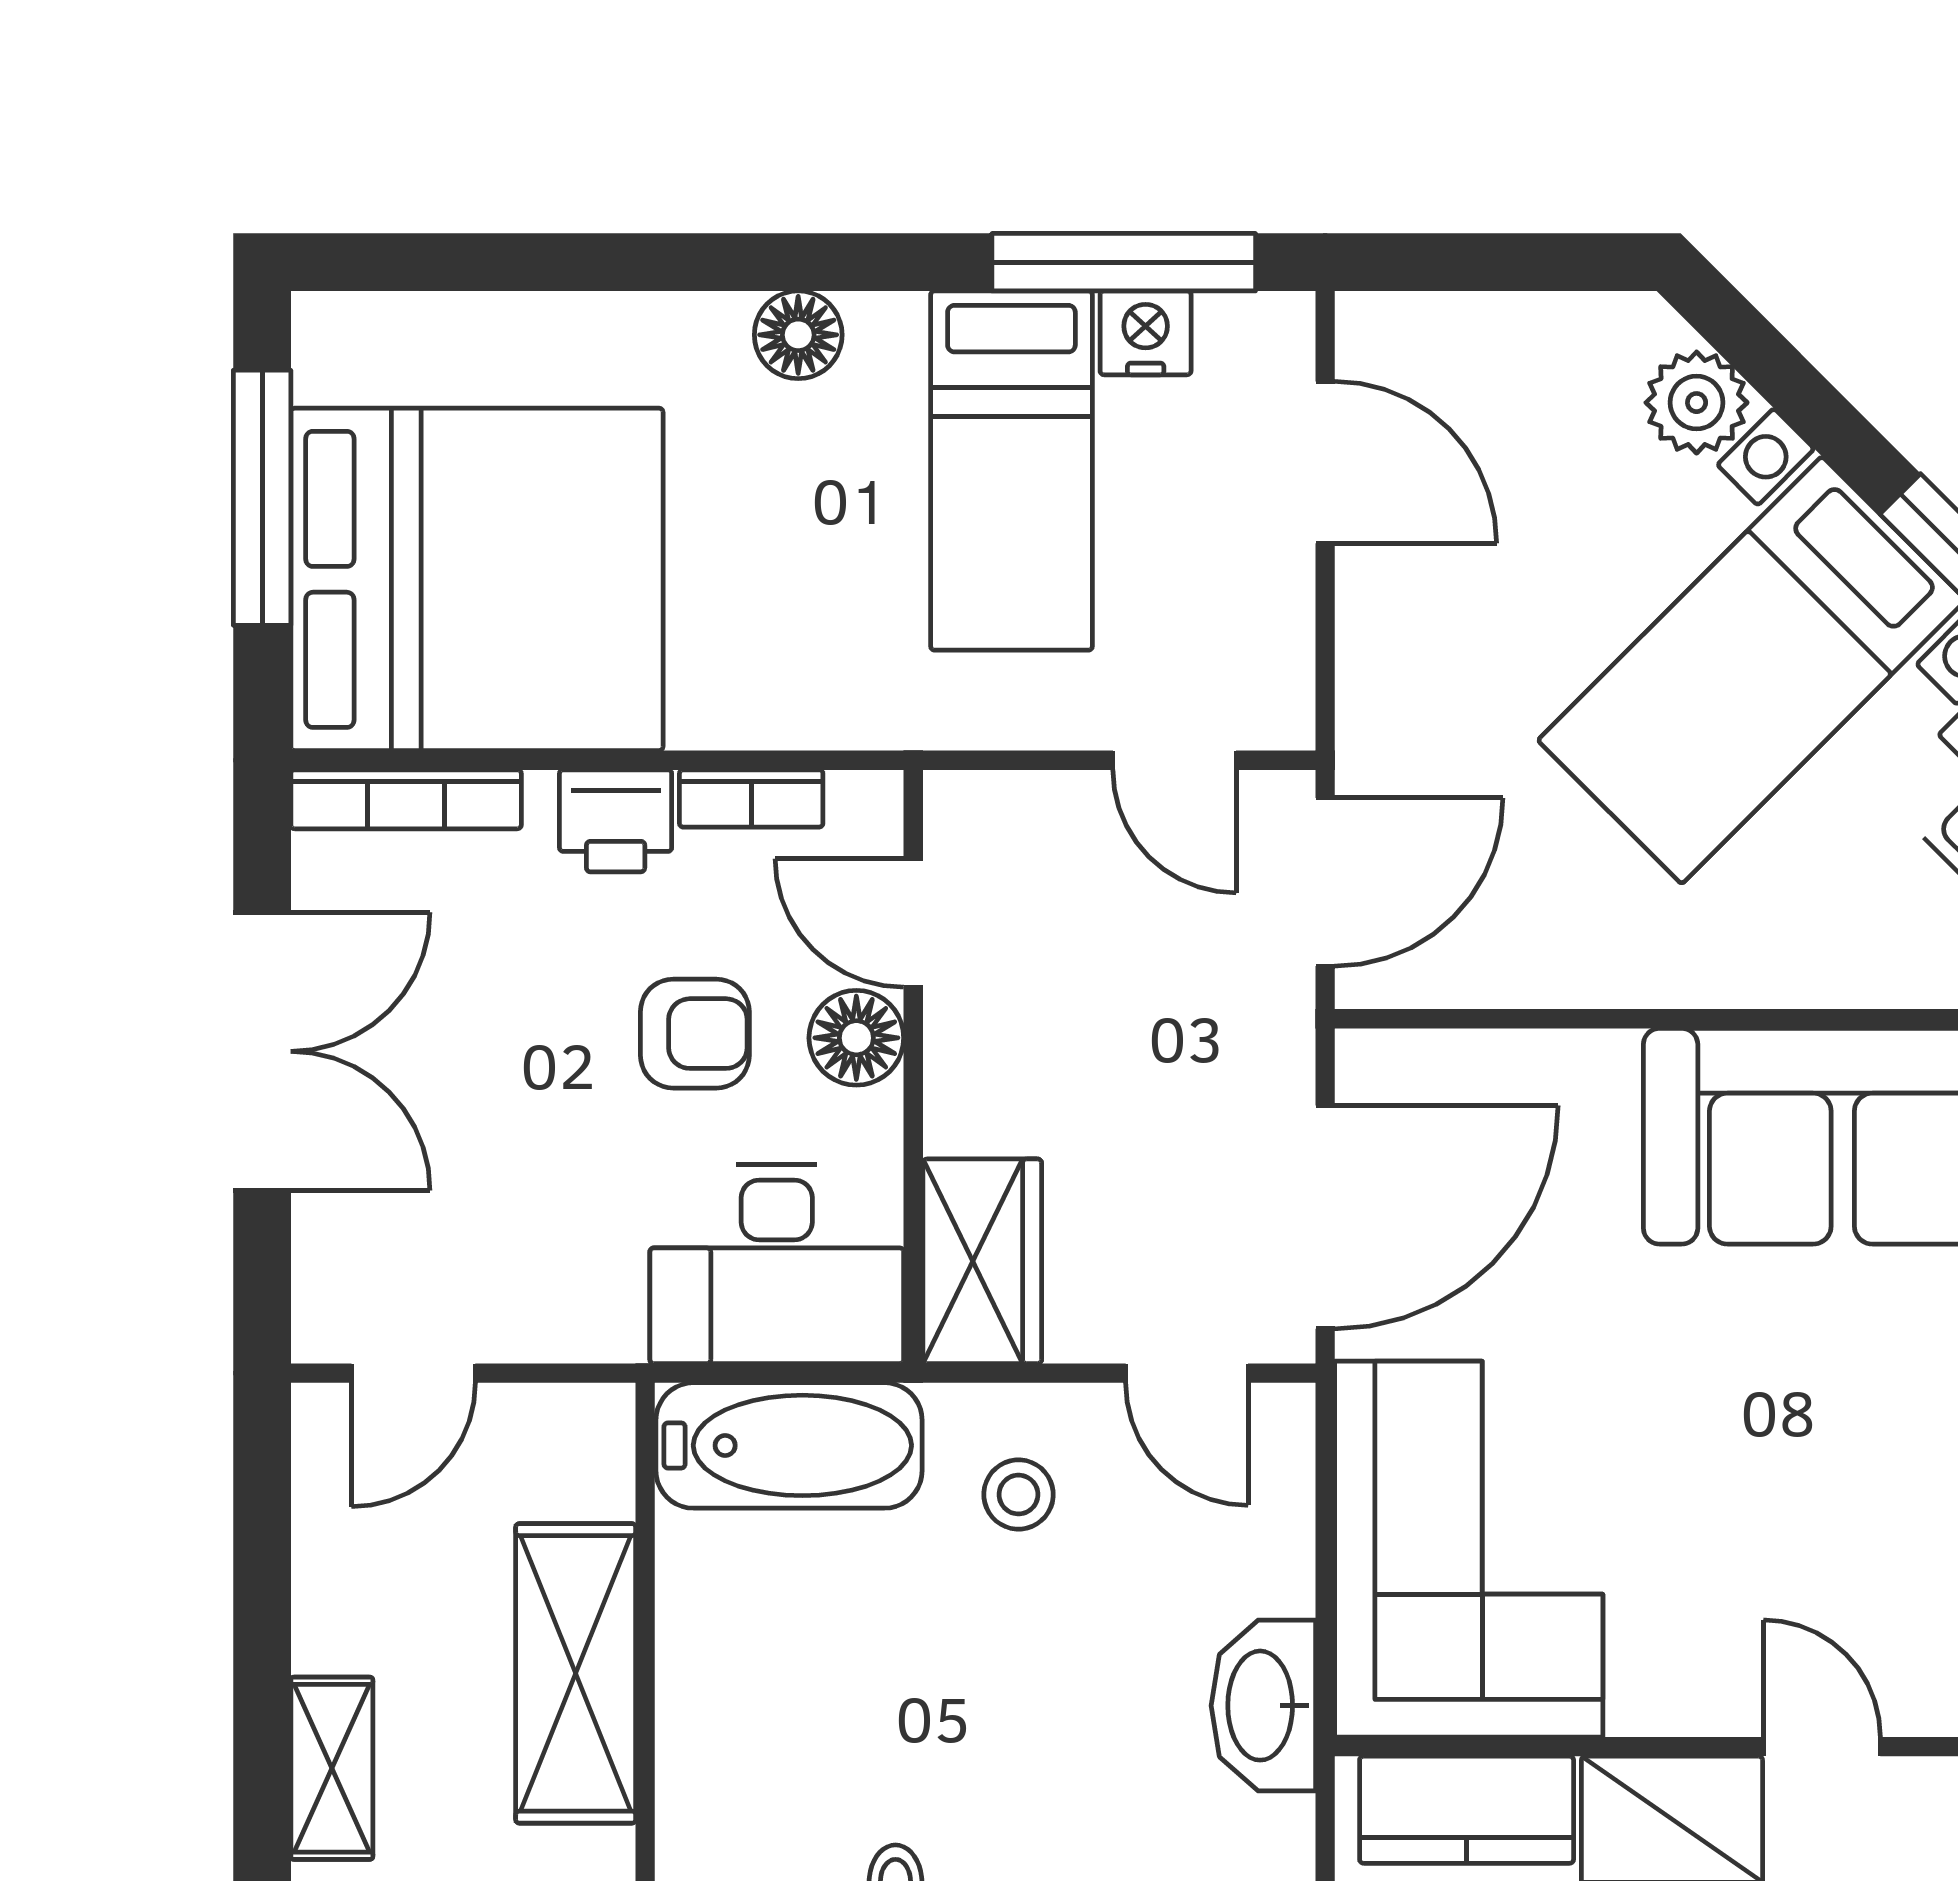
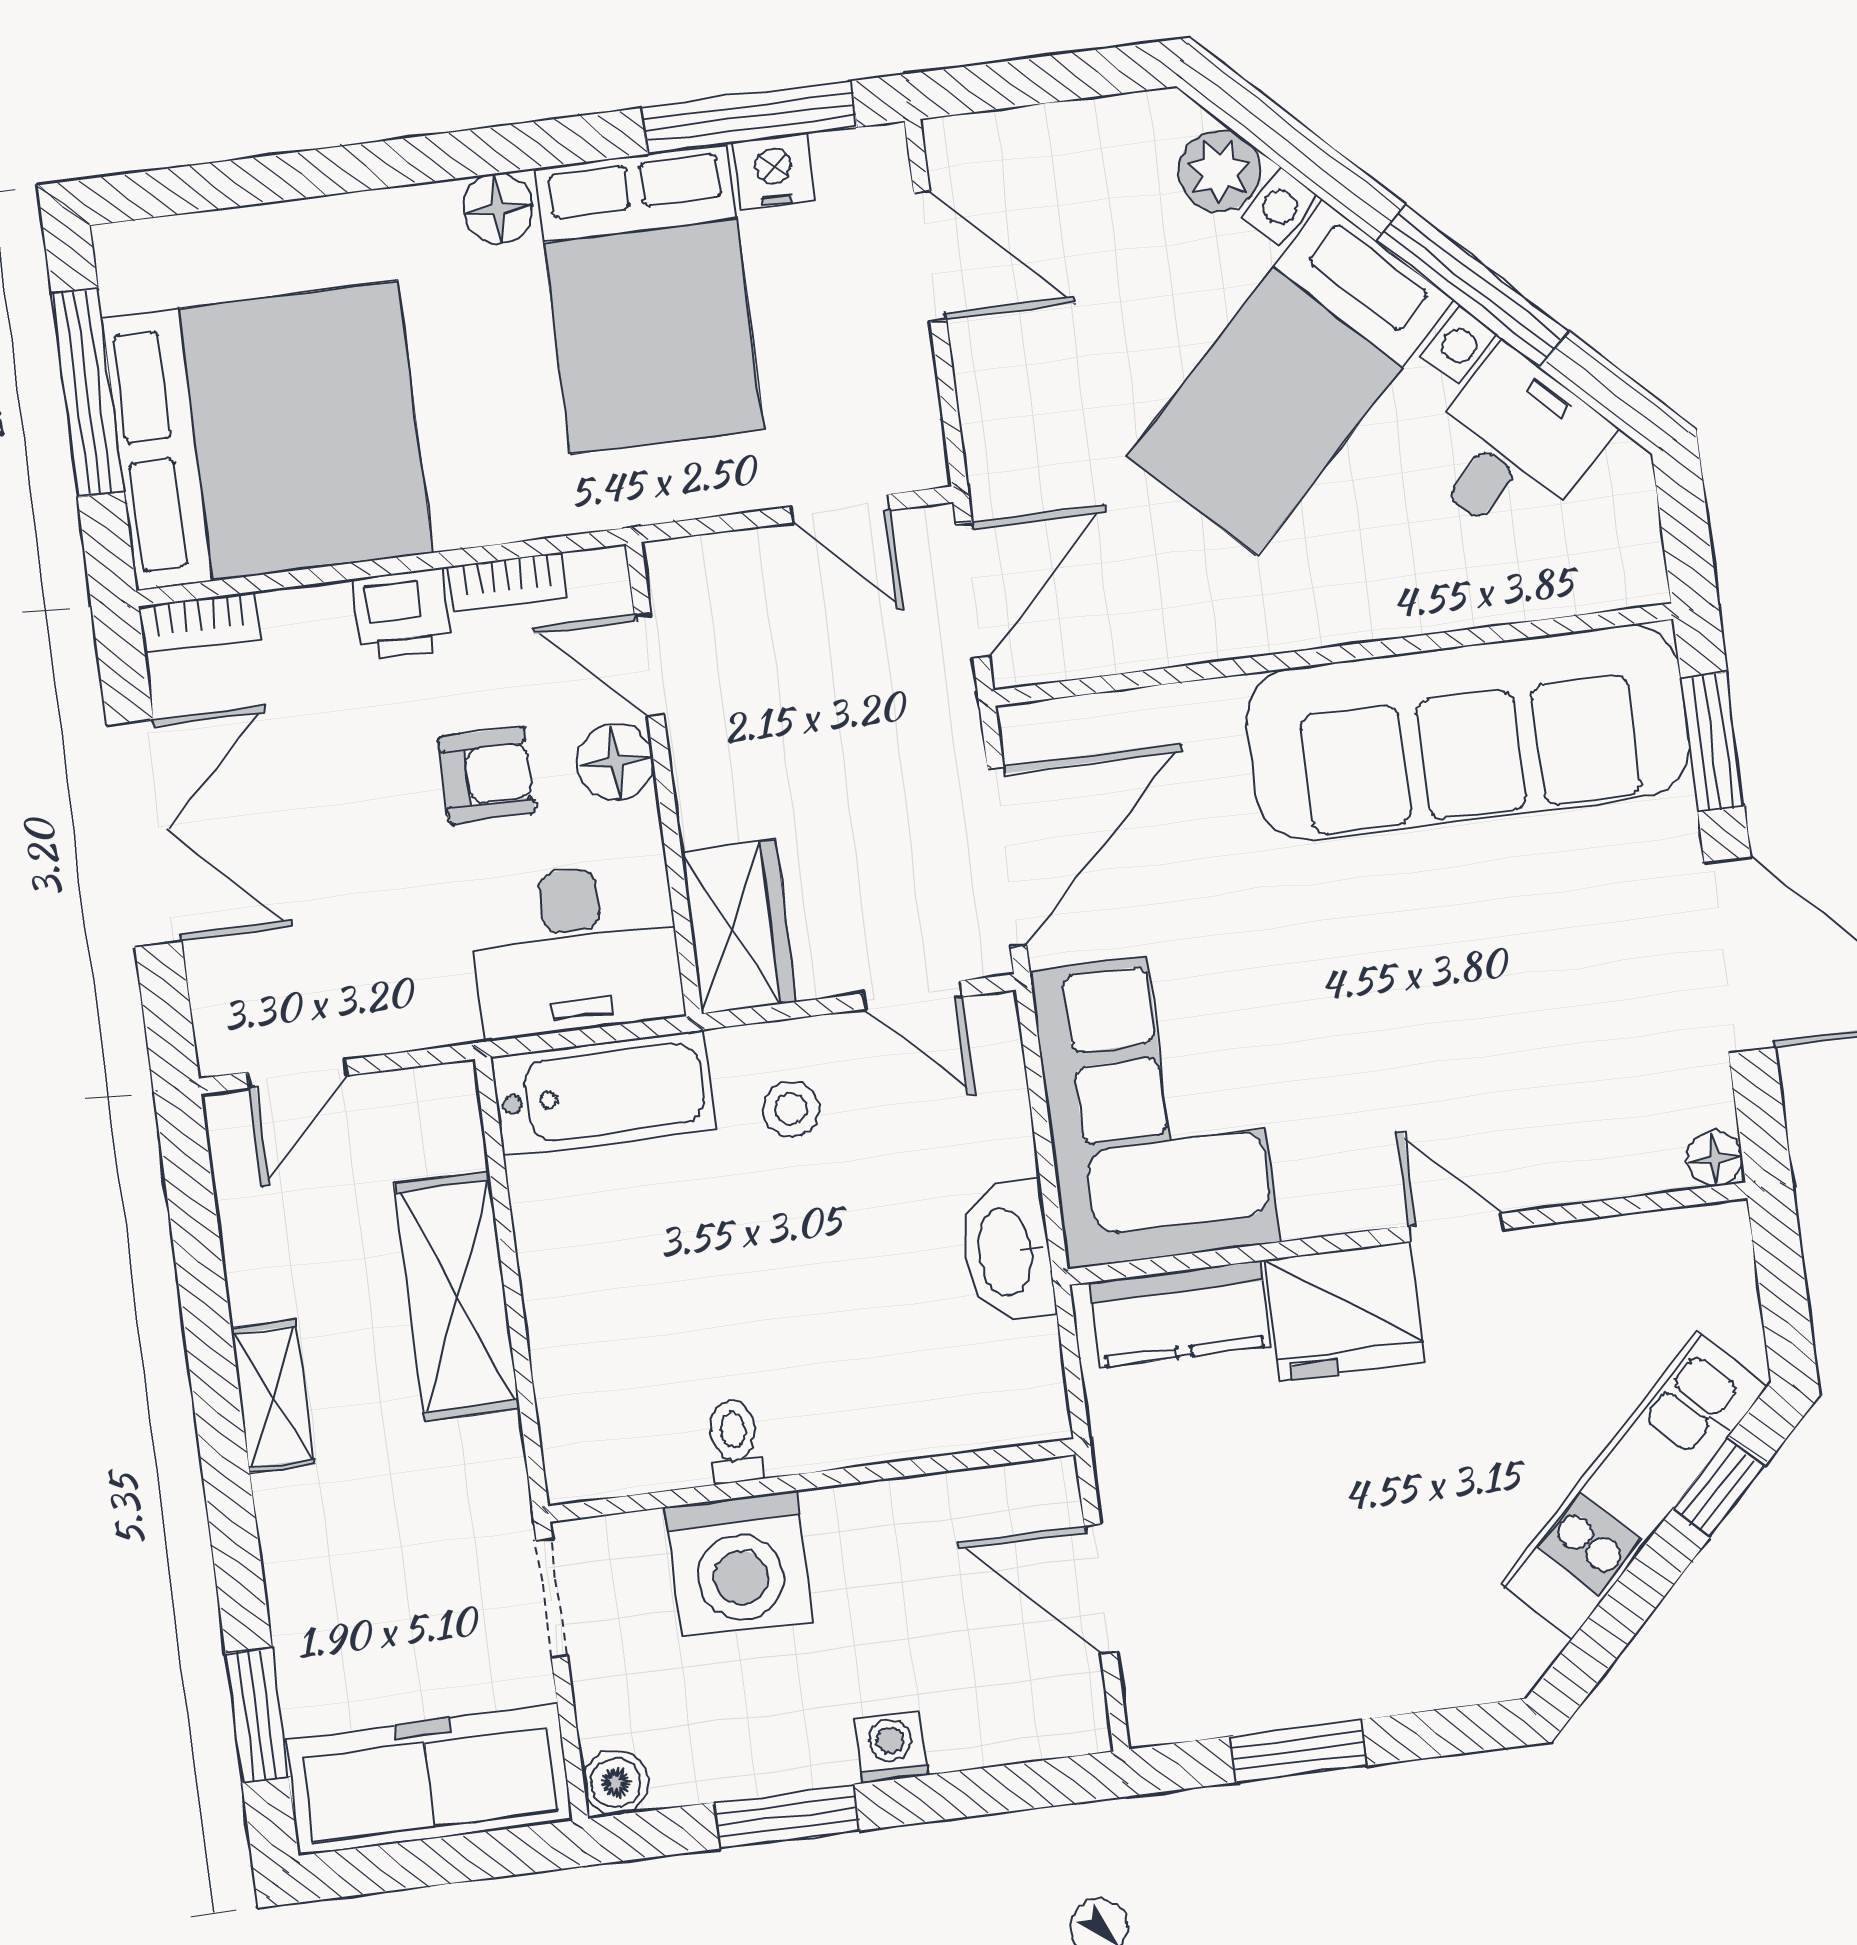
bed: (1011, 471) -> (649, 299), width x1.50
bookcase: (406, 799) -> (200, 622), width x0.64

